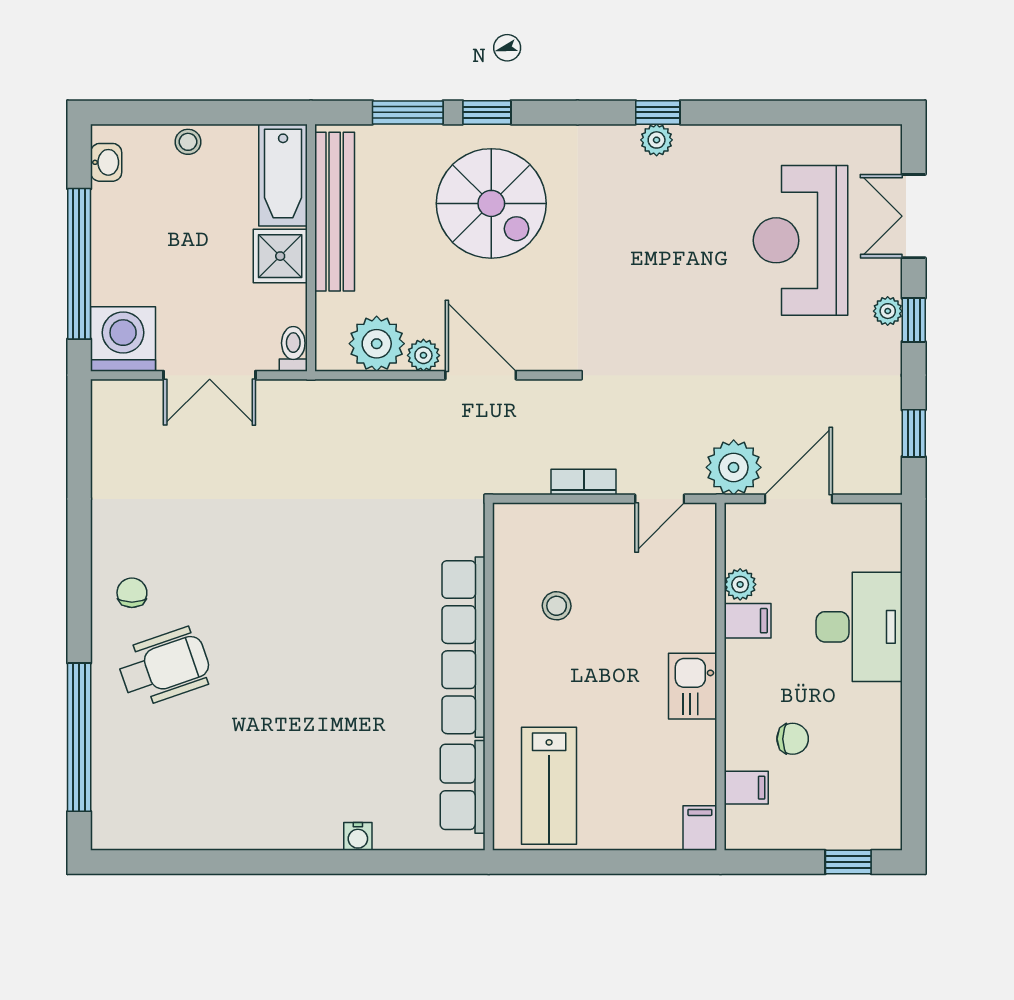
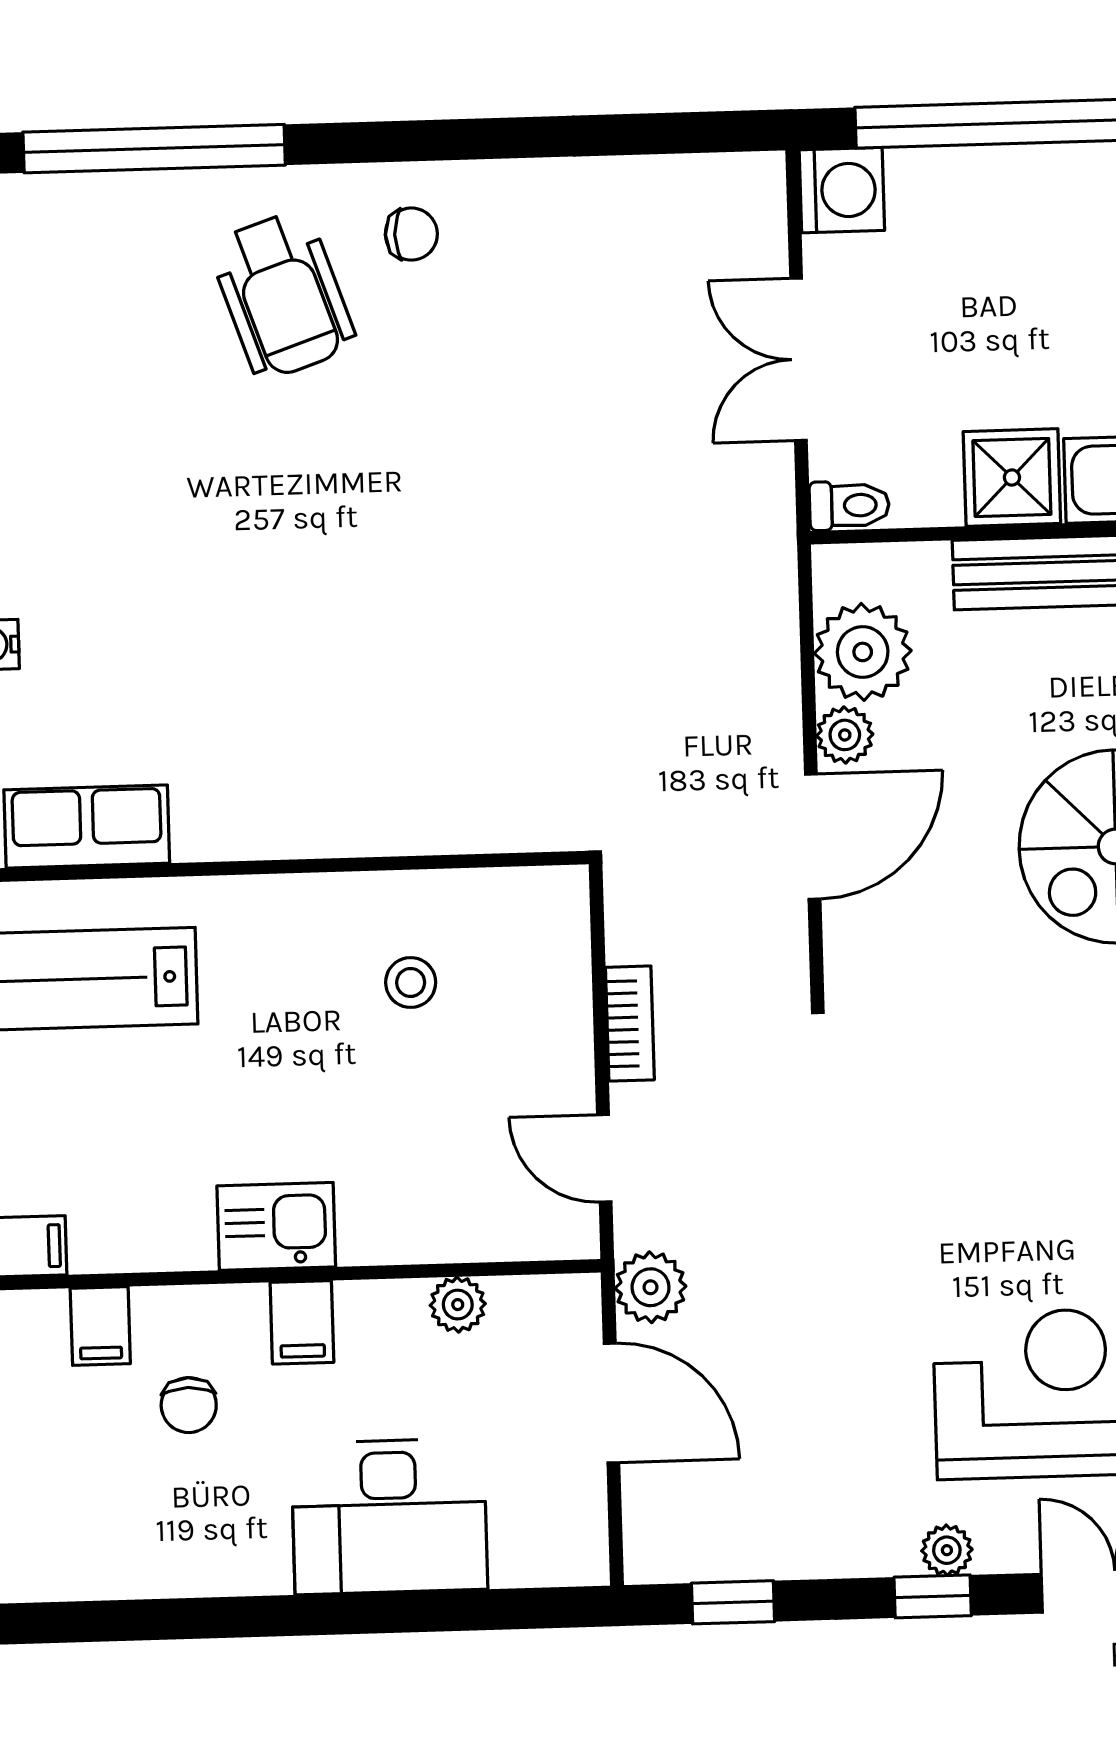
washing machine: (123, 339) -> (842, 190), width x0.73, depth x0.73
plant: (734, 467) -> (651, 1287), width x0.73, depth x0.73
filing cabinet: (748, 621) -> (302, 1322), moved
row of seats: (463, 647) -> (333, 821), removed

